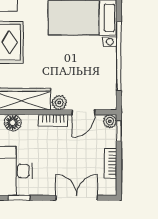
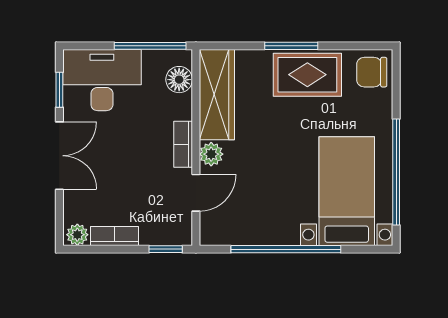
door: (83, 112) -> (196, 193), swing flipped
plant: (110, 121) -> (77, 235), moved
double door: (77, 198) -> (59, 156), moved

